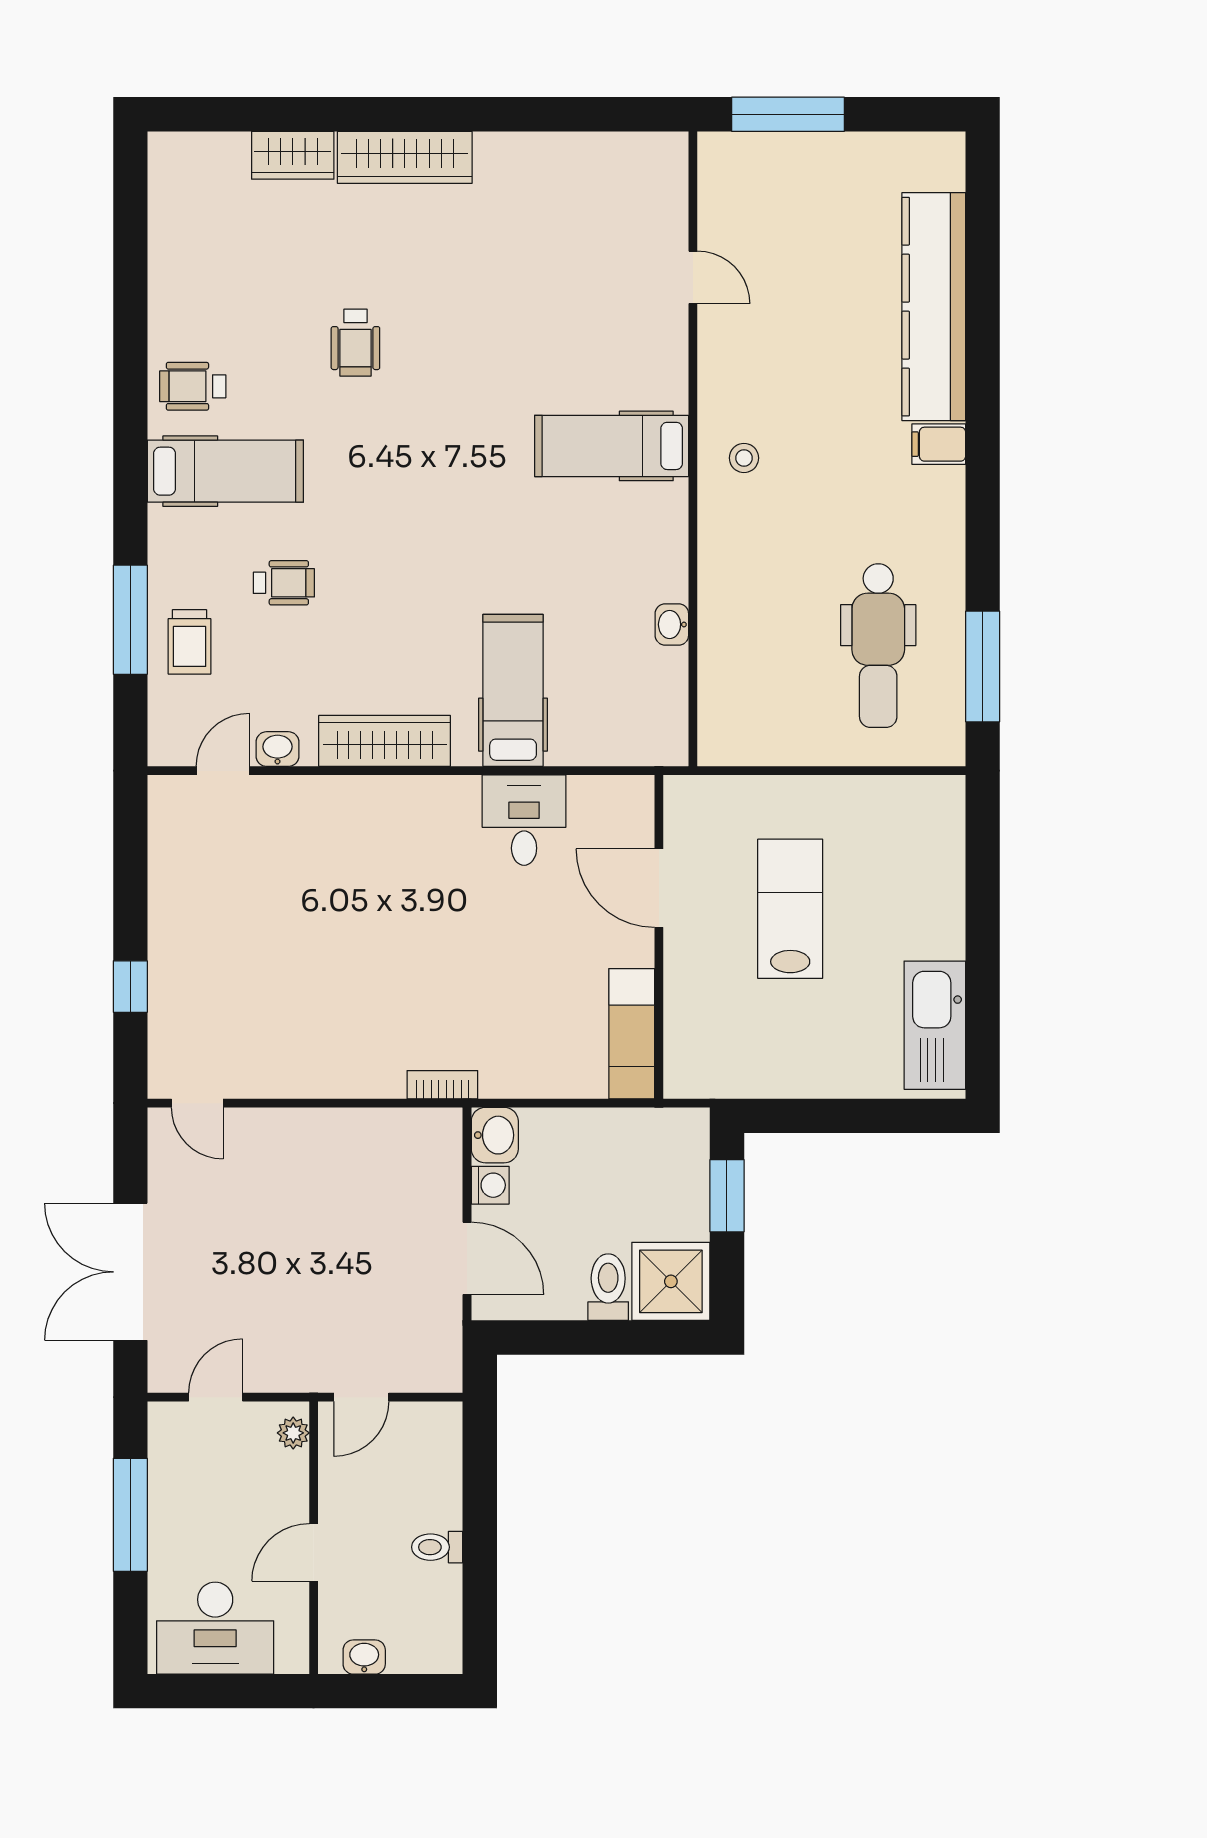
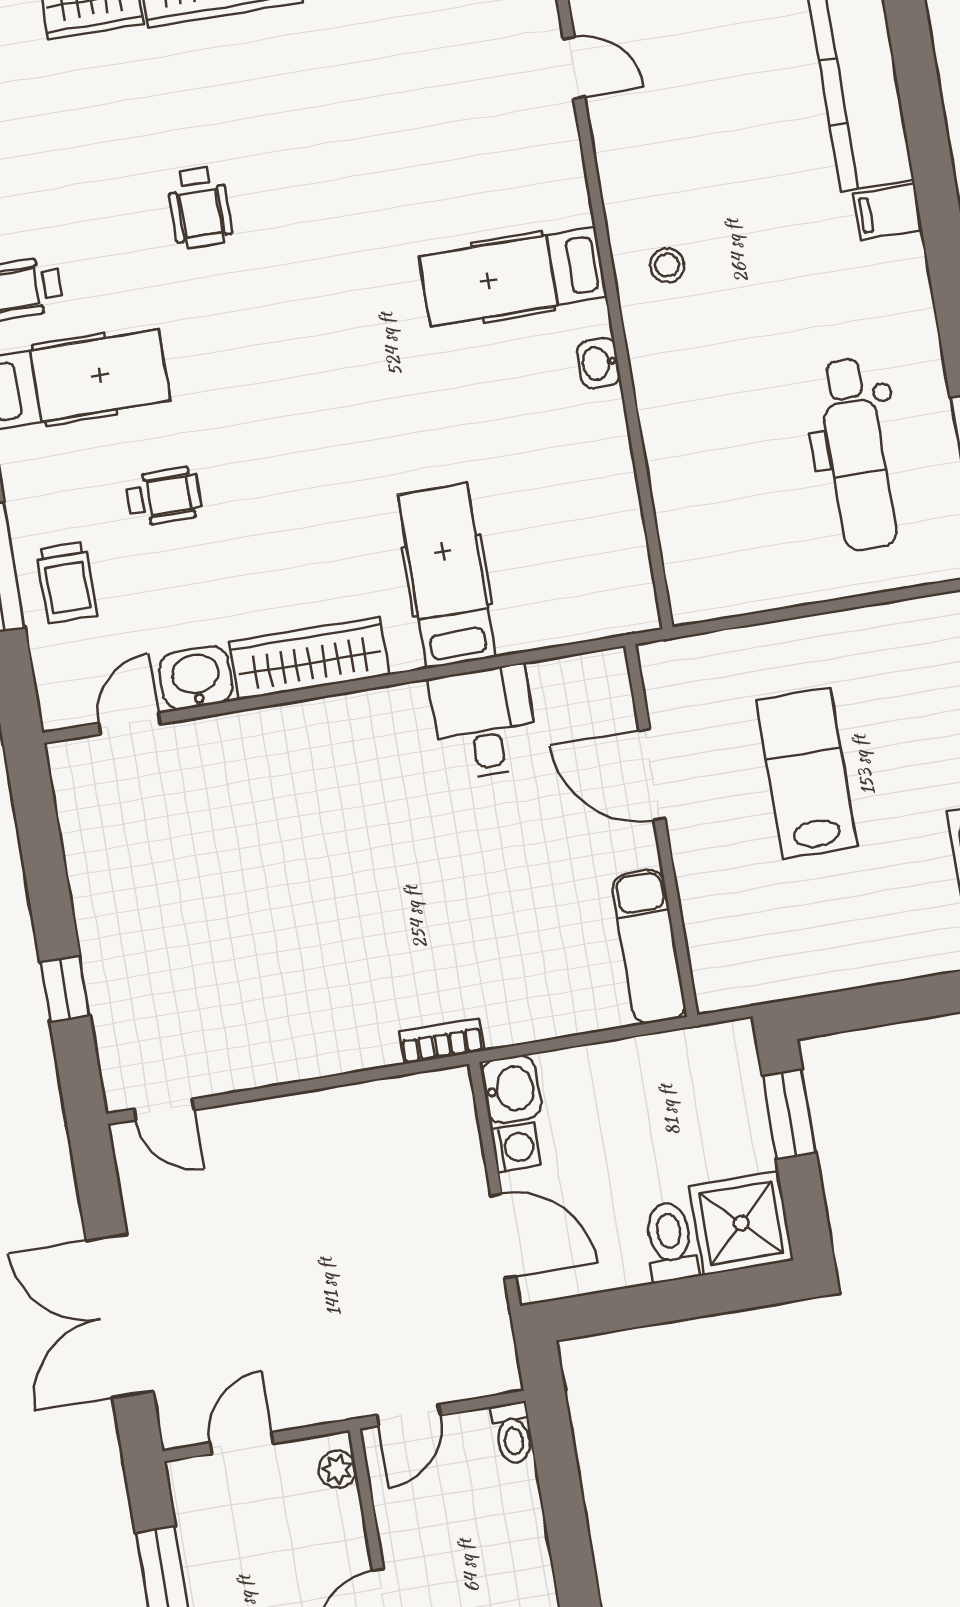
washbasin: (672, 624) -> (599, 363), moved
washbasin: (277, 749) -> (196, 678), width x1.38, depth x1.45
toilet: (437, 1547) -> (513, 1433), moved, turned -90

